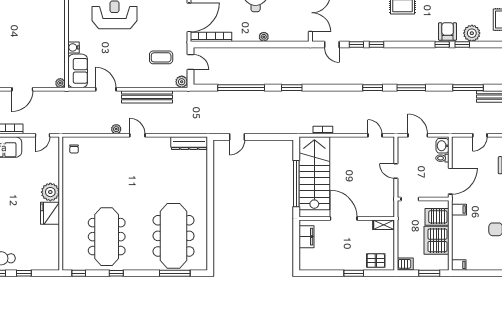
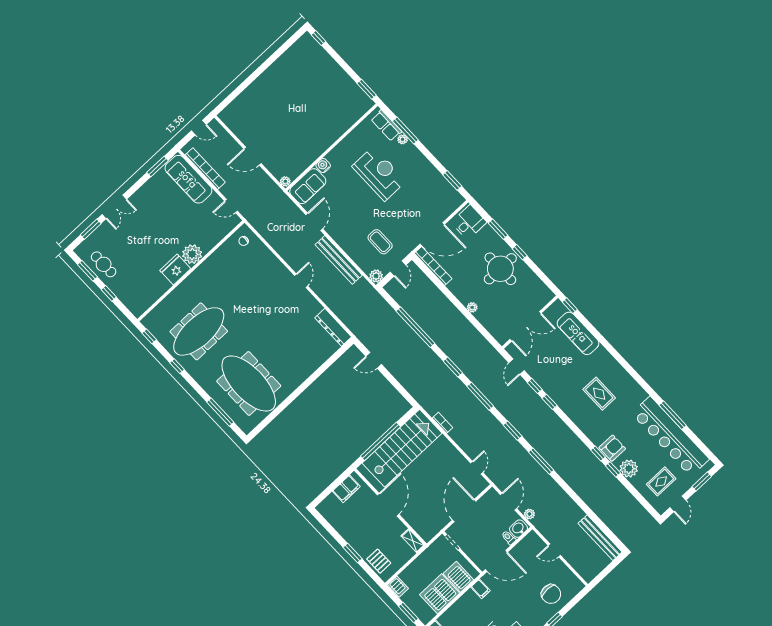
window: (468, 88) -> (480, 396), moved
plant: (116, 129) -> (529, 514), moved
door: (396, 171) -> (464, 511), width x1.88
meeting table: (174, 236) -> (249, 384), turned 90

